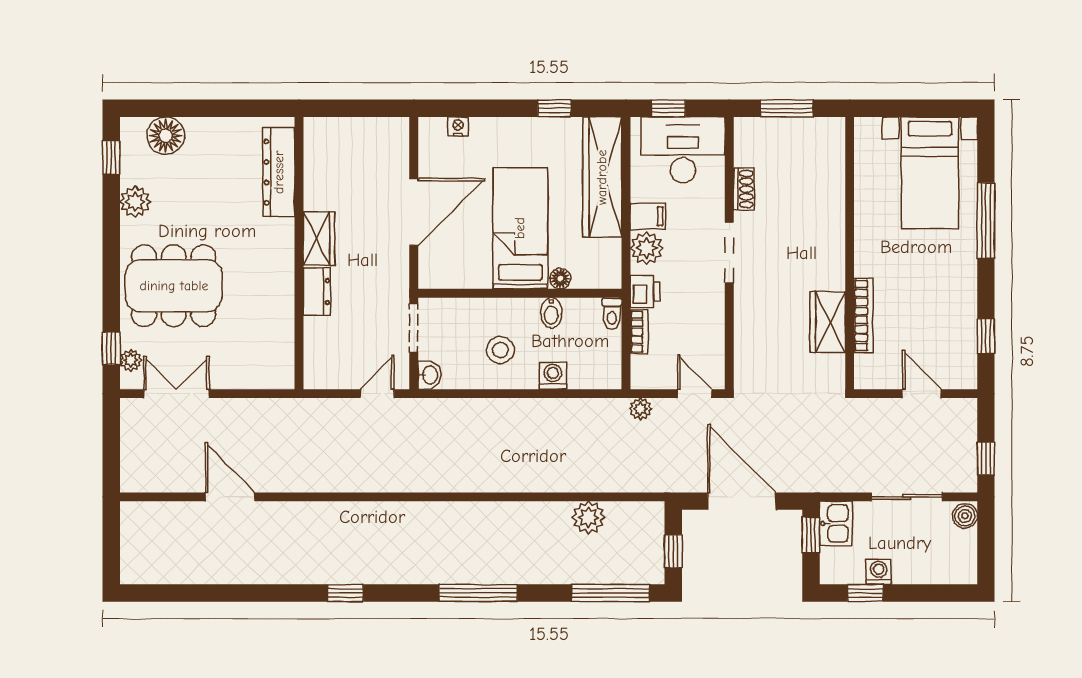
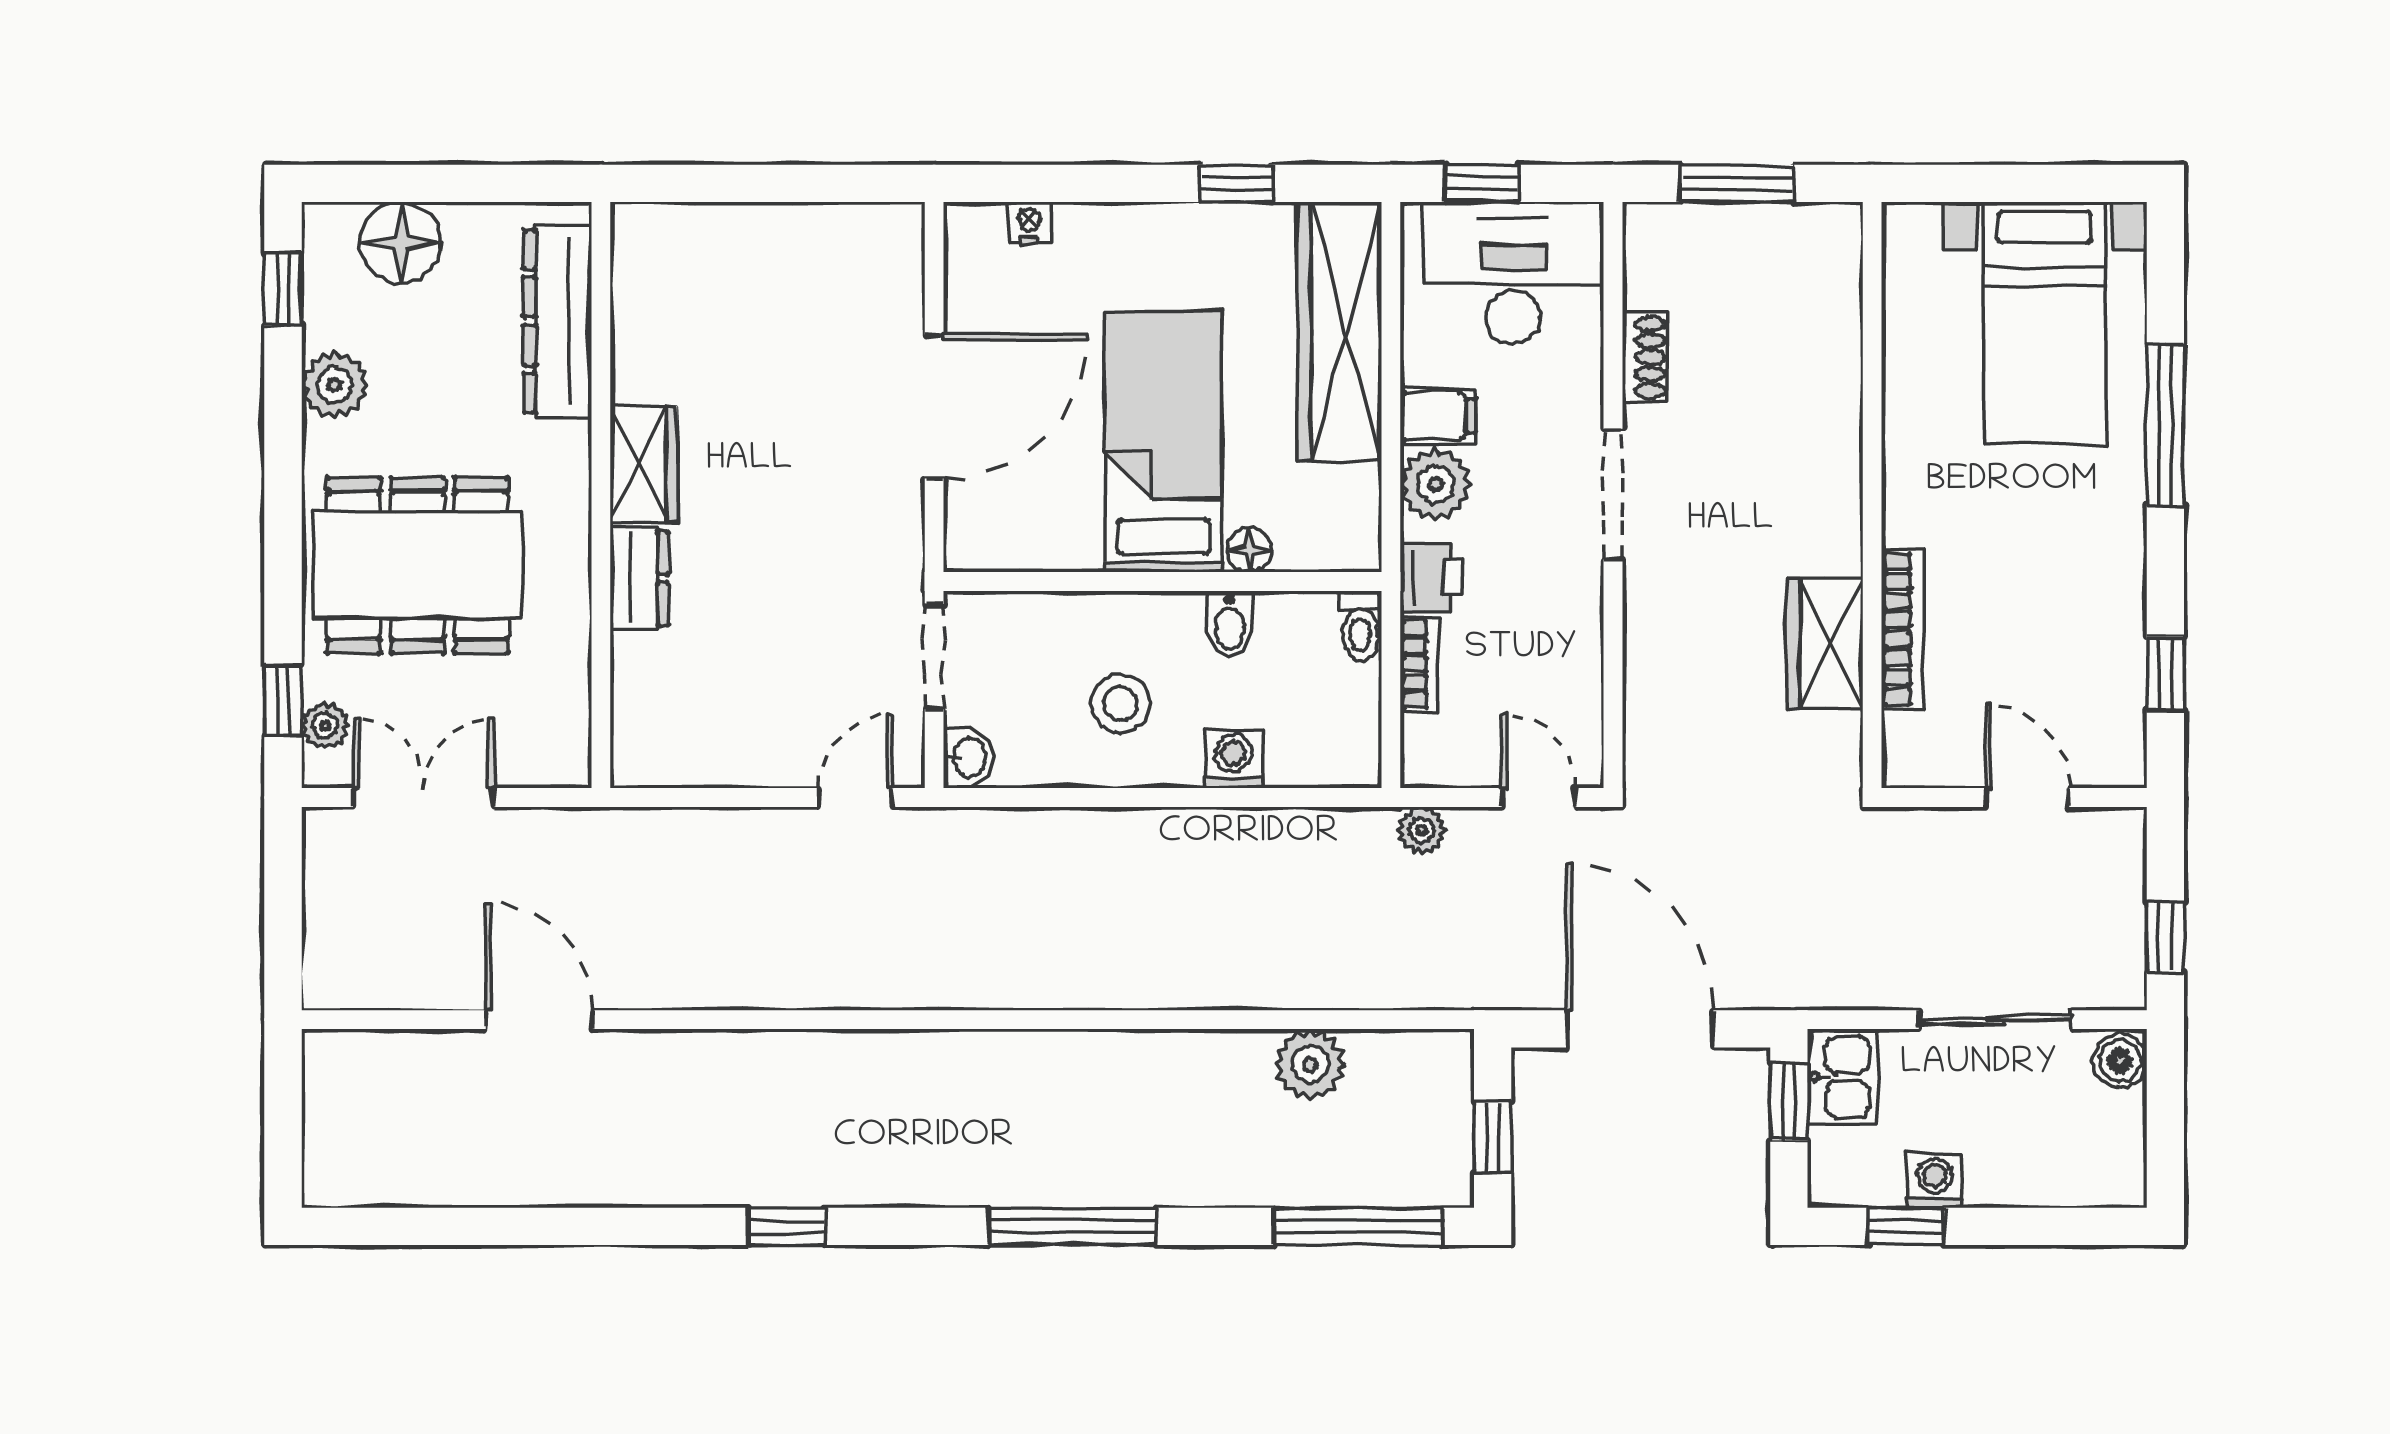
dresser: (279, 172) -> (557, 321), moved
wardrobe: (319, 239) -> (644, 464), moved
wall: (299, 253) -> (601, 495), moved
dresser: (317, 292) -> (639, 578), moved

